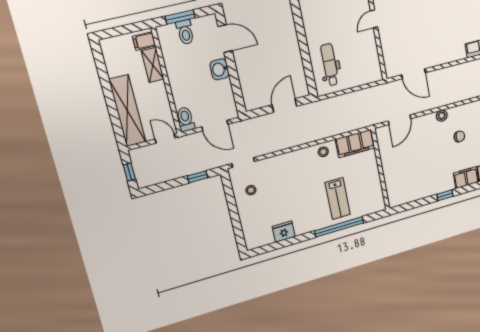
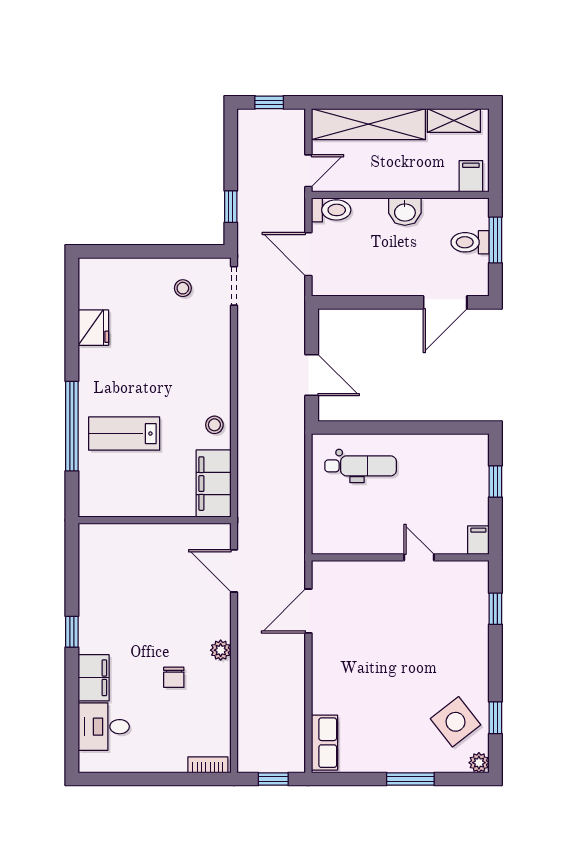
shelving: (153, 65) -> (454, 121), moved
washbasin: (220, 69) -> (405, 212), moved, turned 180
door: (215, 126) -> (308, 254), hinge flipped

